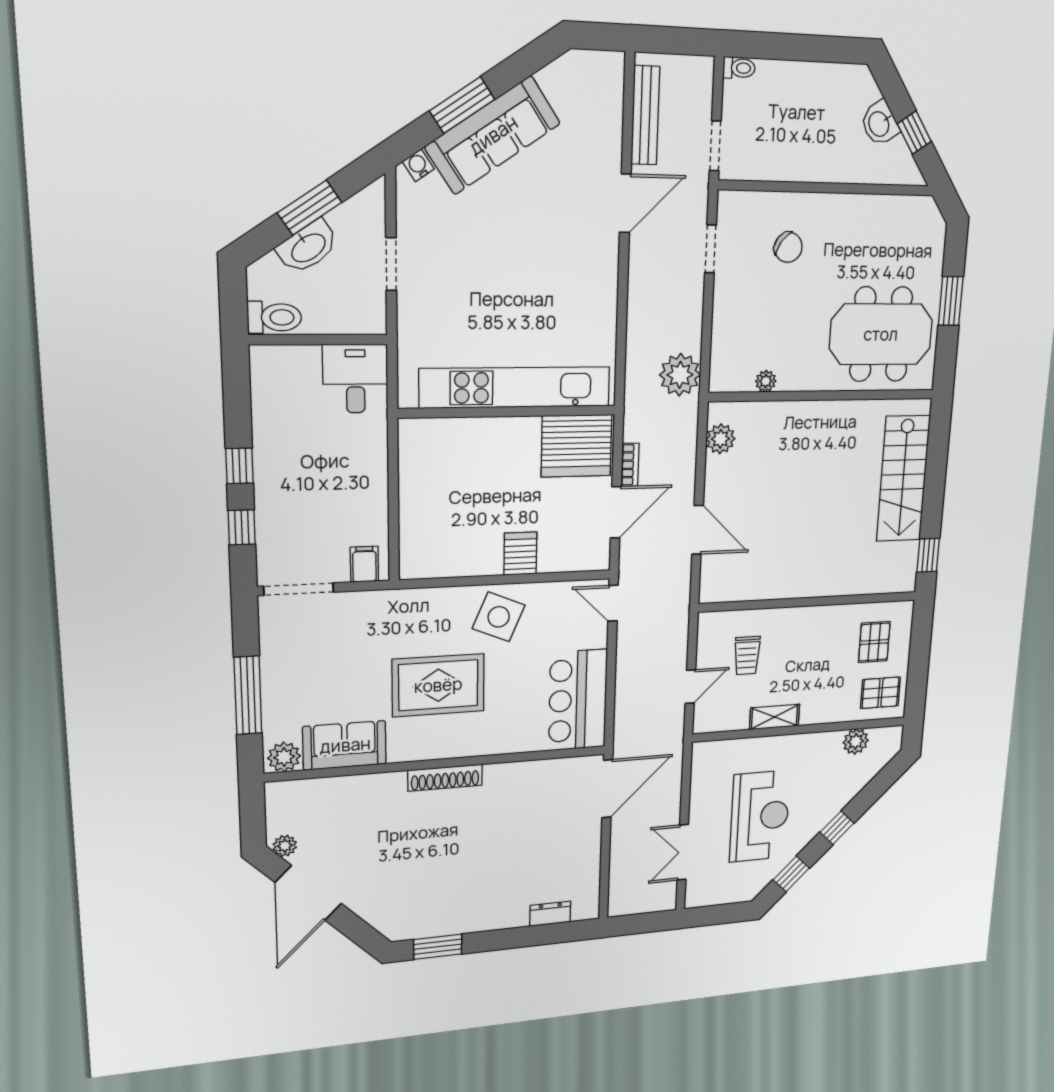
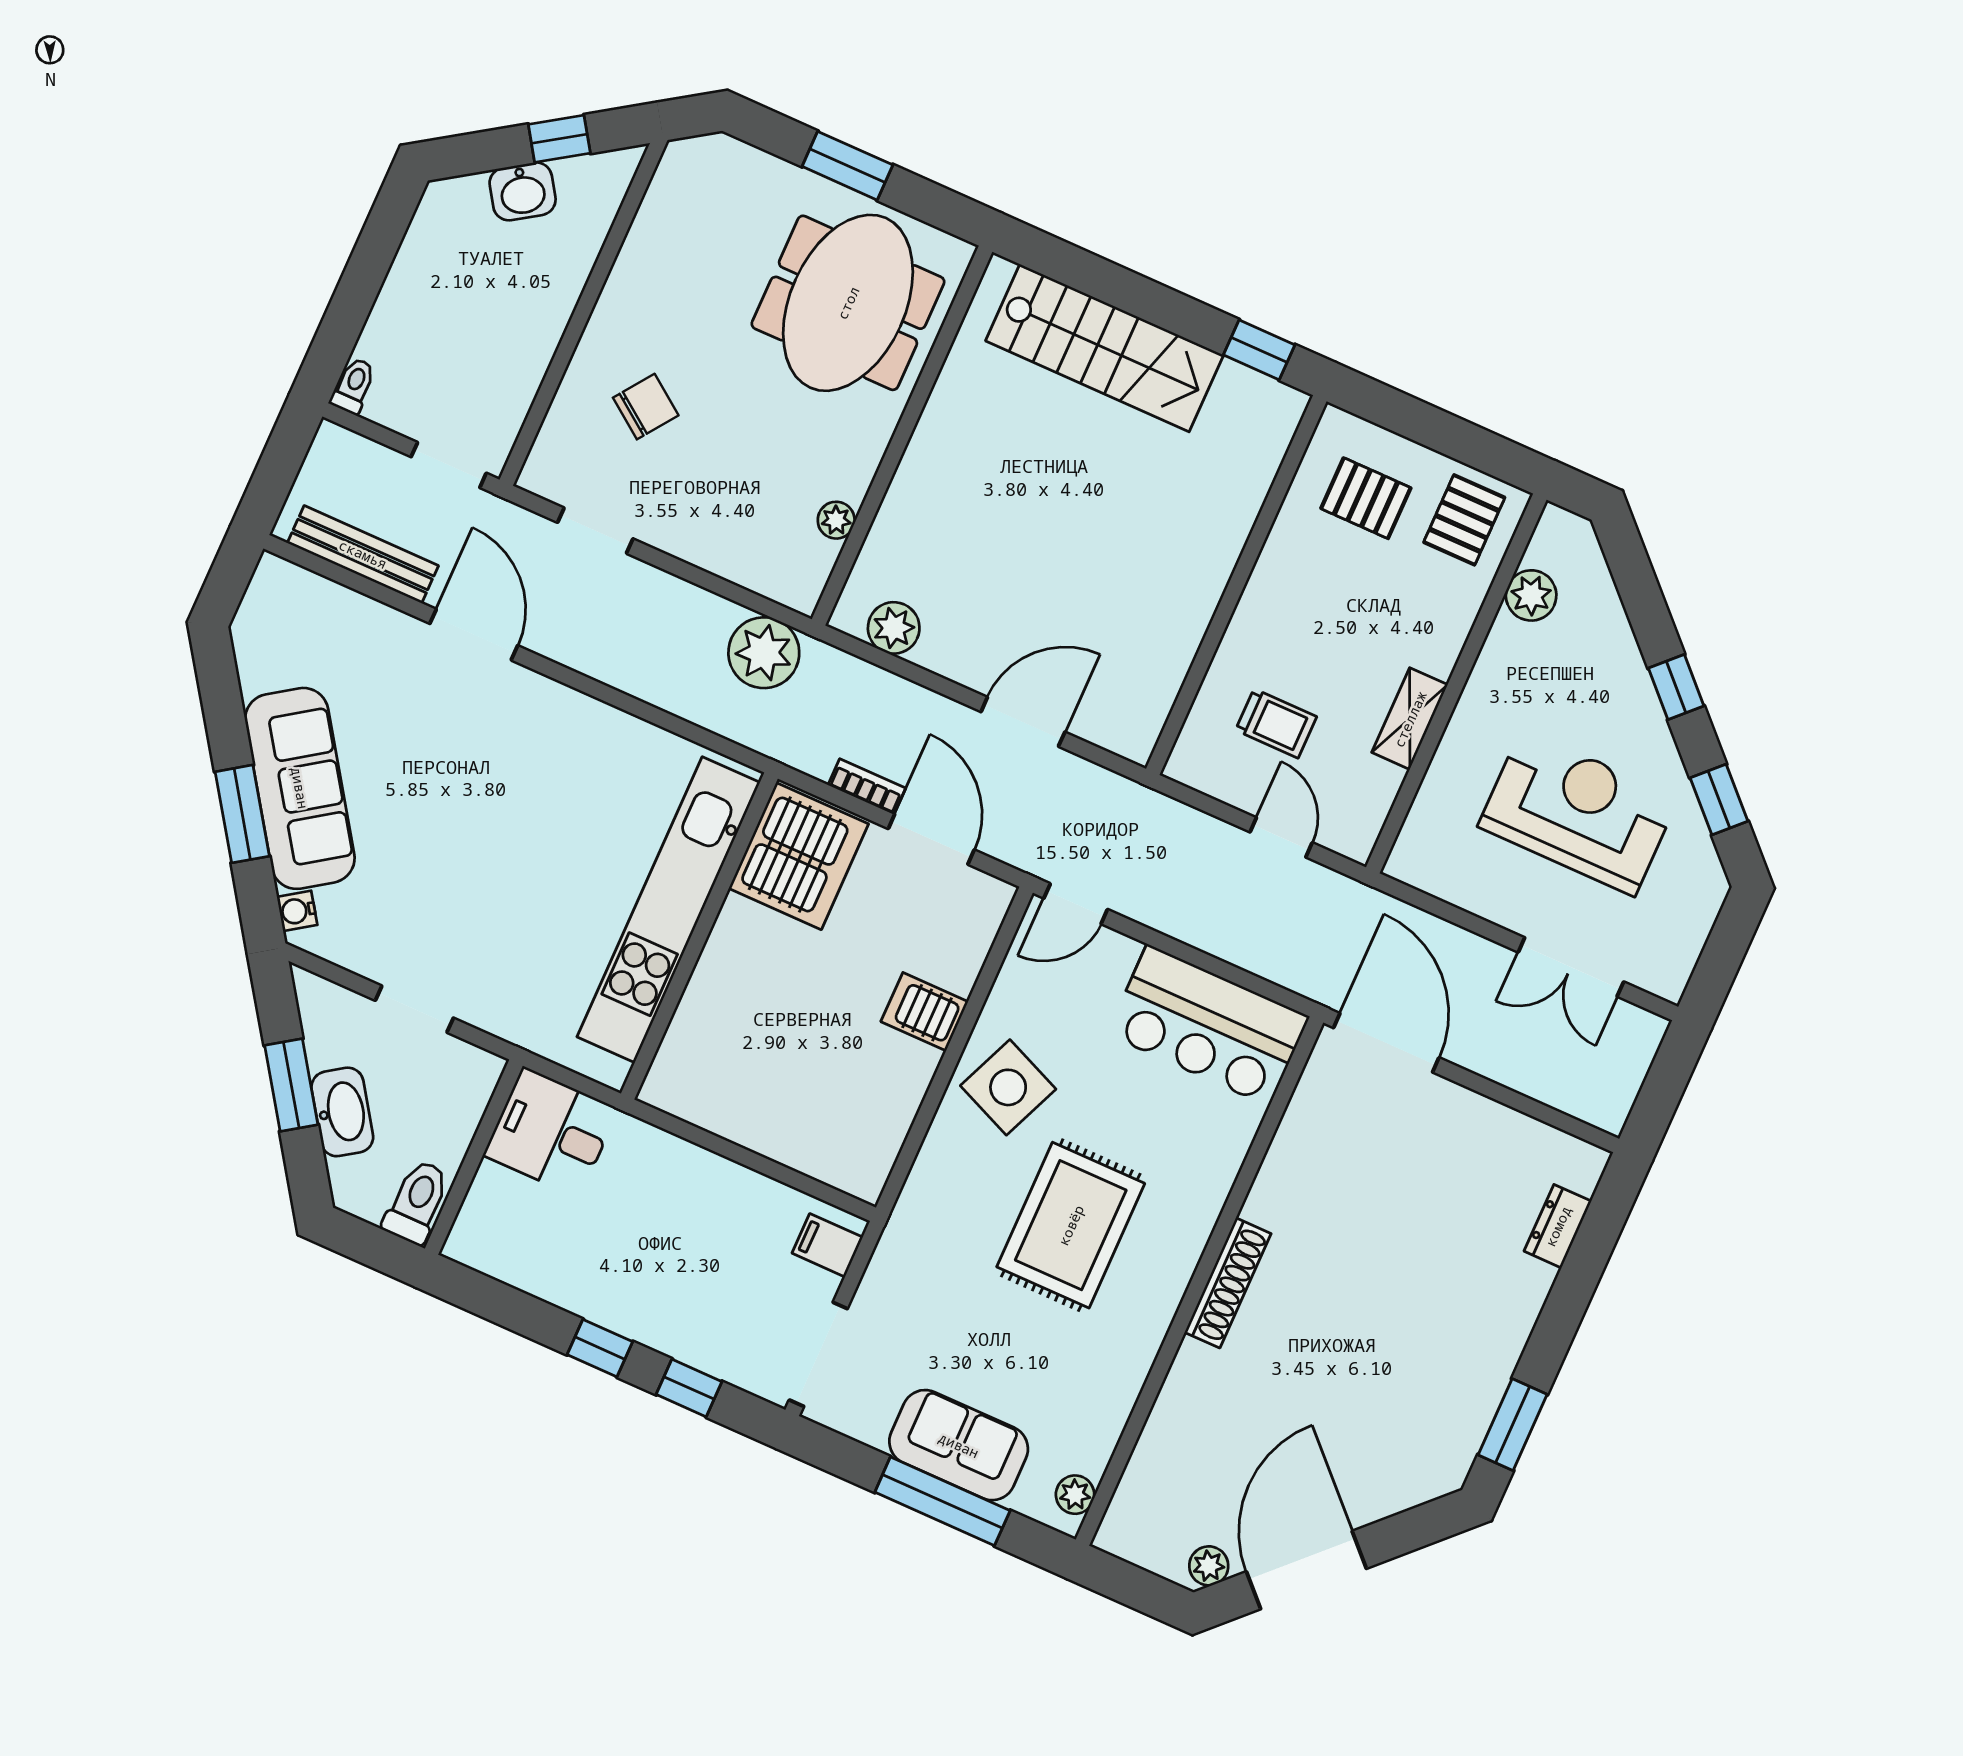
sofa: (345, 745) -> (959, 1445), moved, turned 90
plant: (284, 757) -> (1075, 1495), width x0.73, depth x0.73
door: (308, 893) -> (1306, 1570), swing flipped

